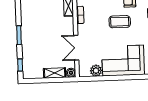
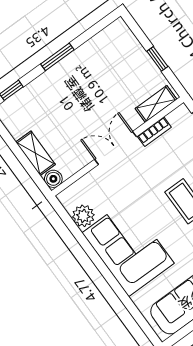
double door: (76, 48) -> (116, 148), moved

